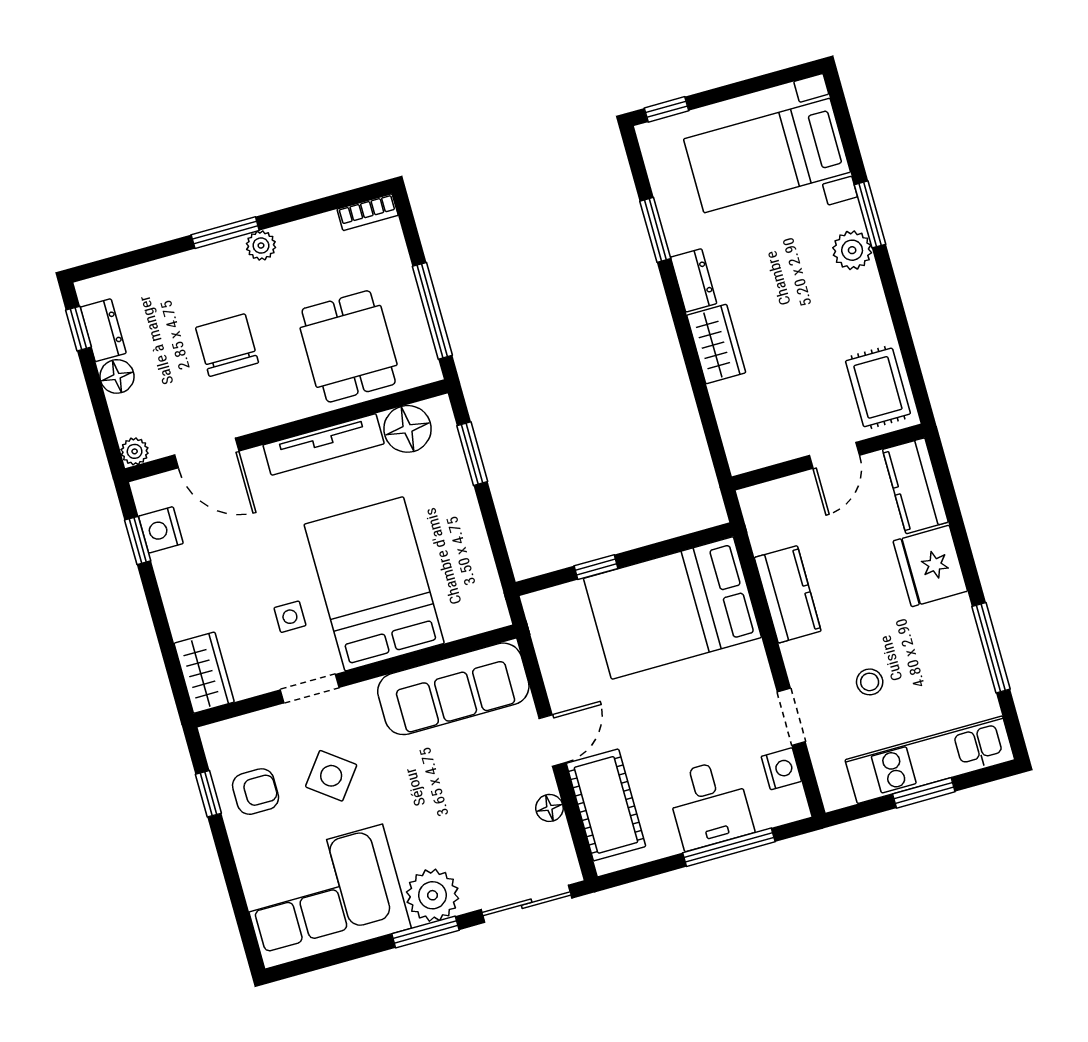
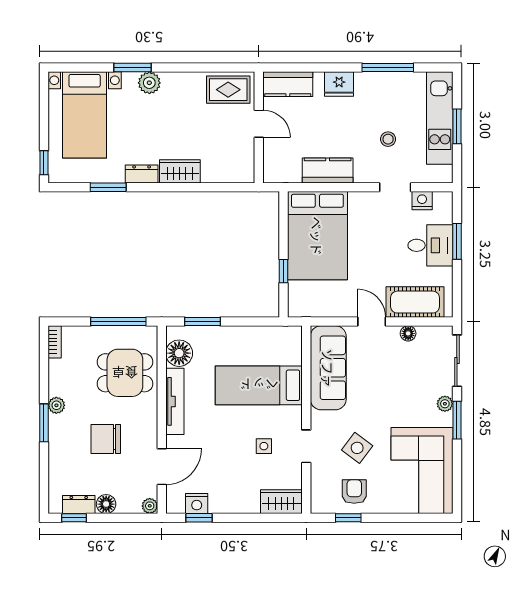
fridge: (930, 566) -> (339, 84), width x0.73, depth x0.75
bed: (374, 584) -> (259, 385), width x0.67
window: (729, 847) -> (457, 241), width x0.69
plant: (432, 895) -> (445, 404), width x0.53, depth x0.53

